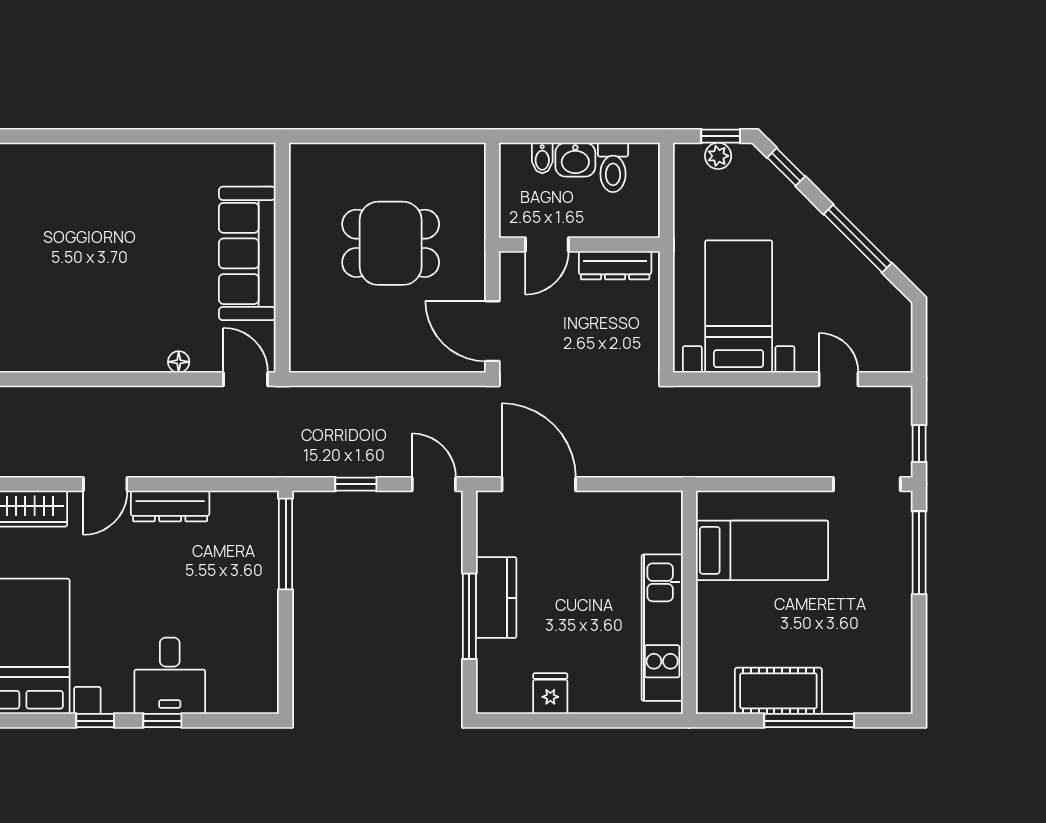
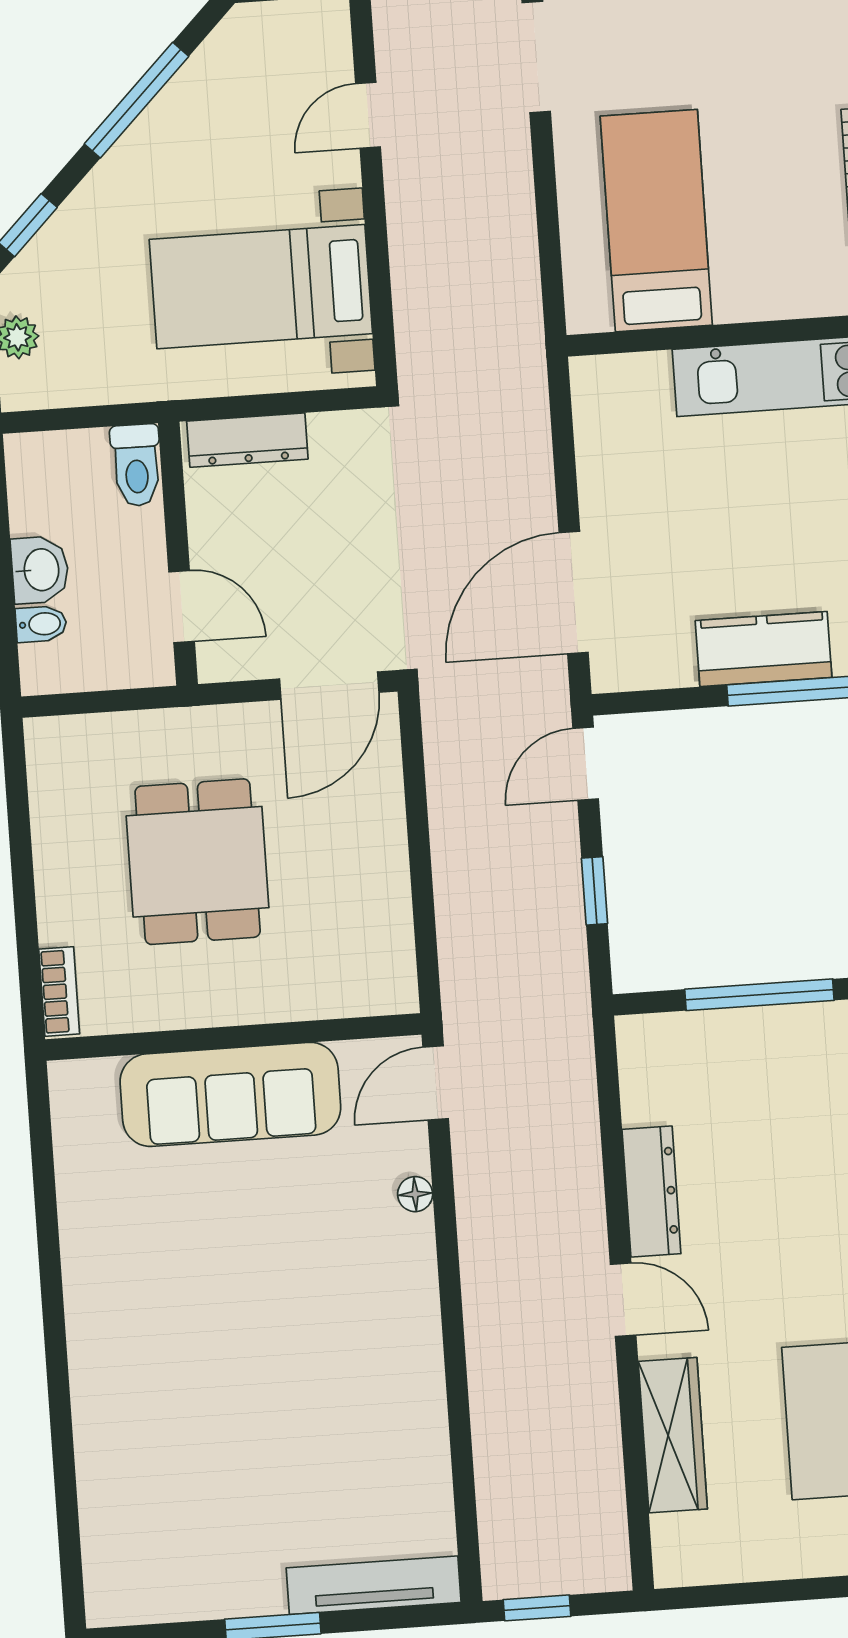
bookcase: (317, 153) -> (59, 991), added
toilet: (613, 167) -> (136, 465), moved, turned 90
dresser: (615, 265) -> (247, 440), moved, turned 90
window: (286, 544) -> (759, 995), moved

